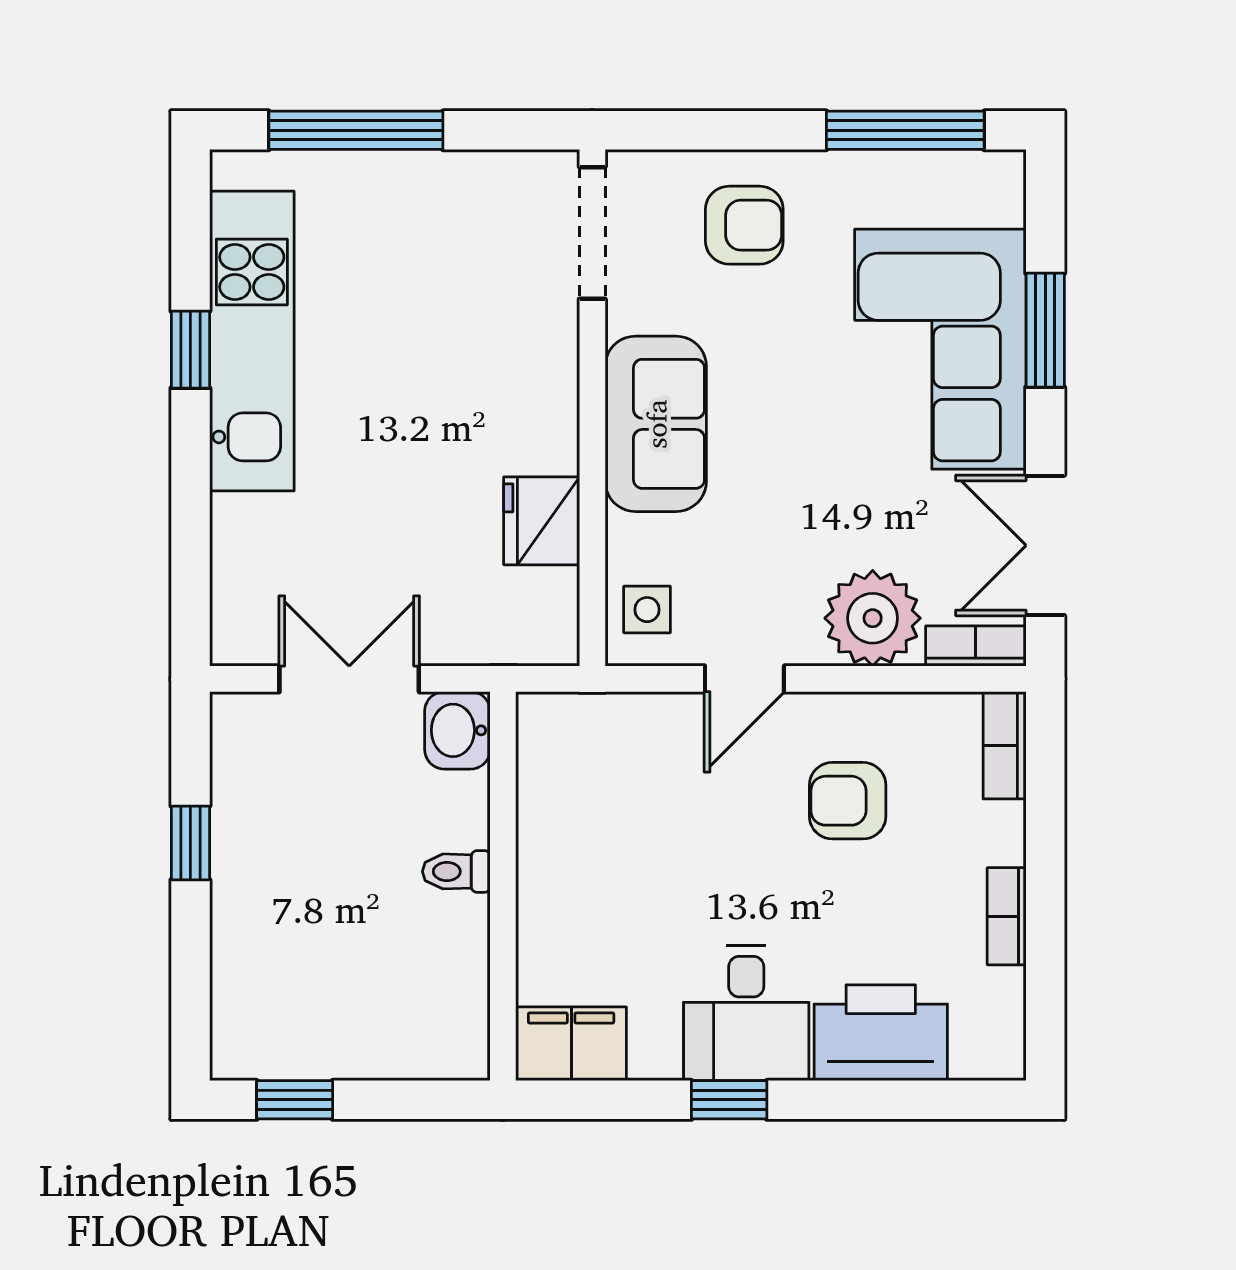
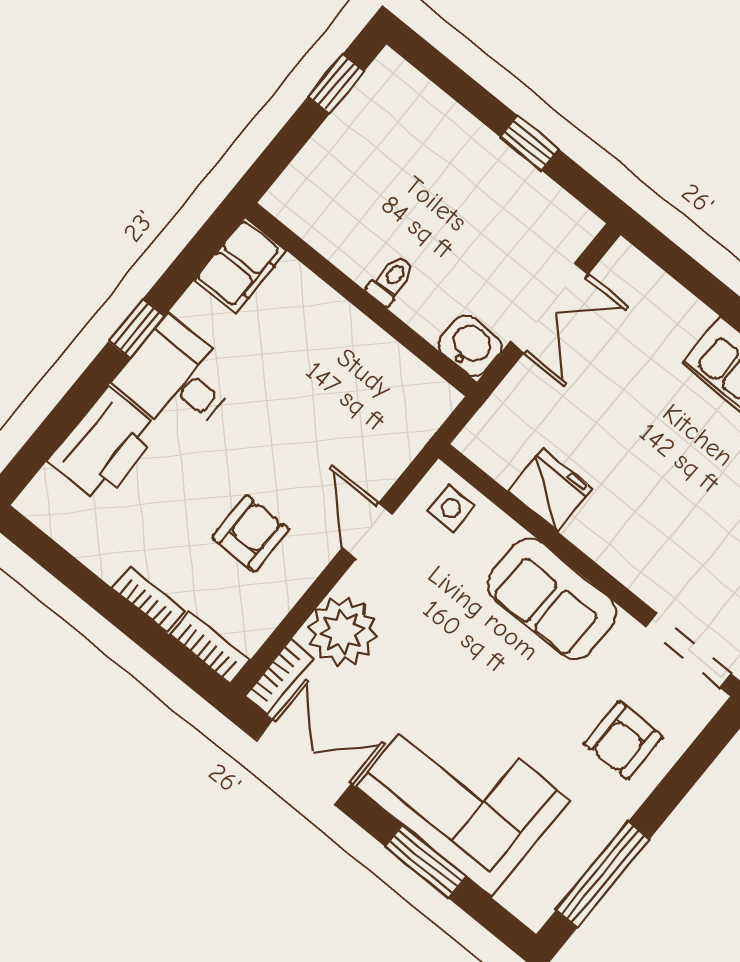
bookcase: (1007, 916) -> (148, 599), moved

